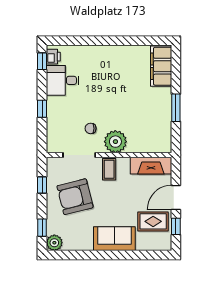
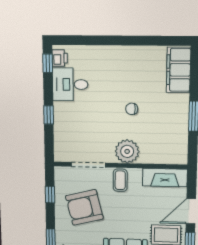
chair: (91, 128) -> (132, 109), moved

